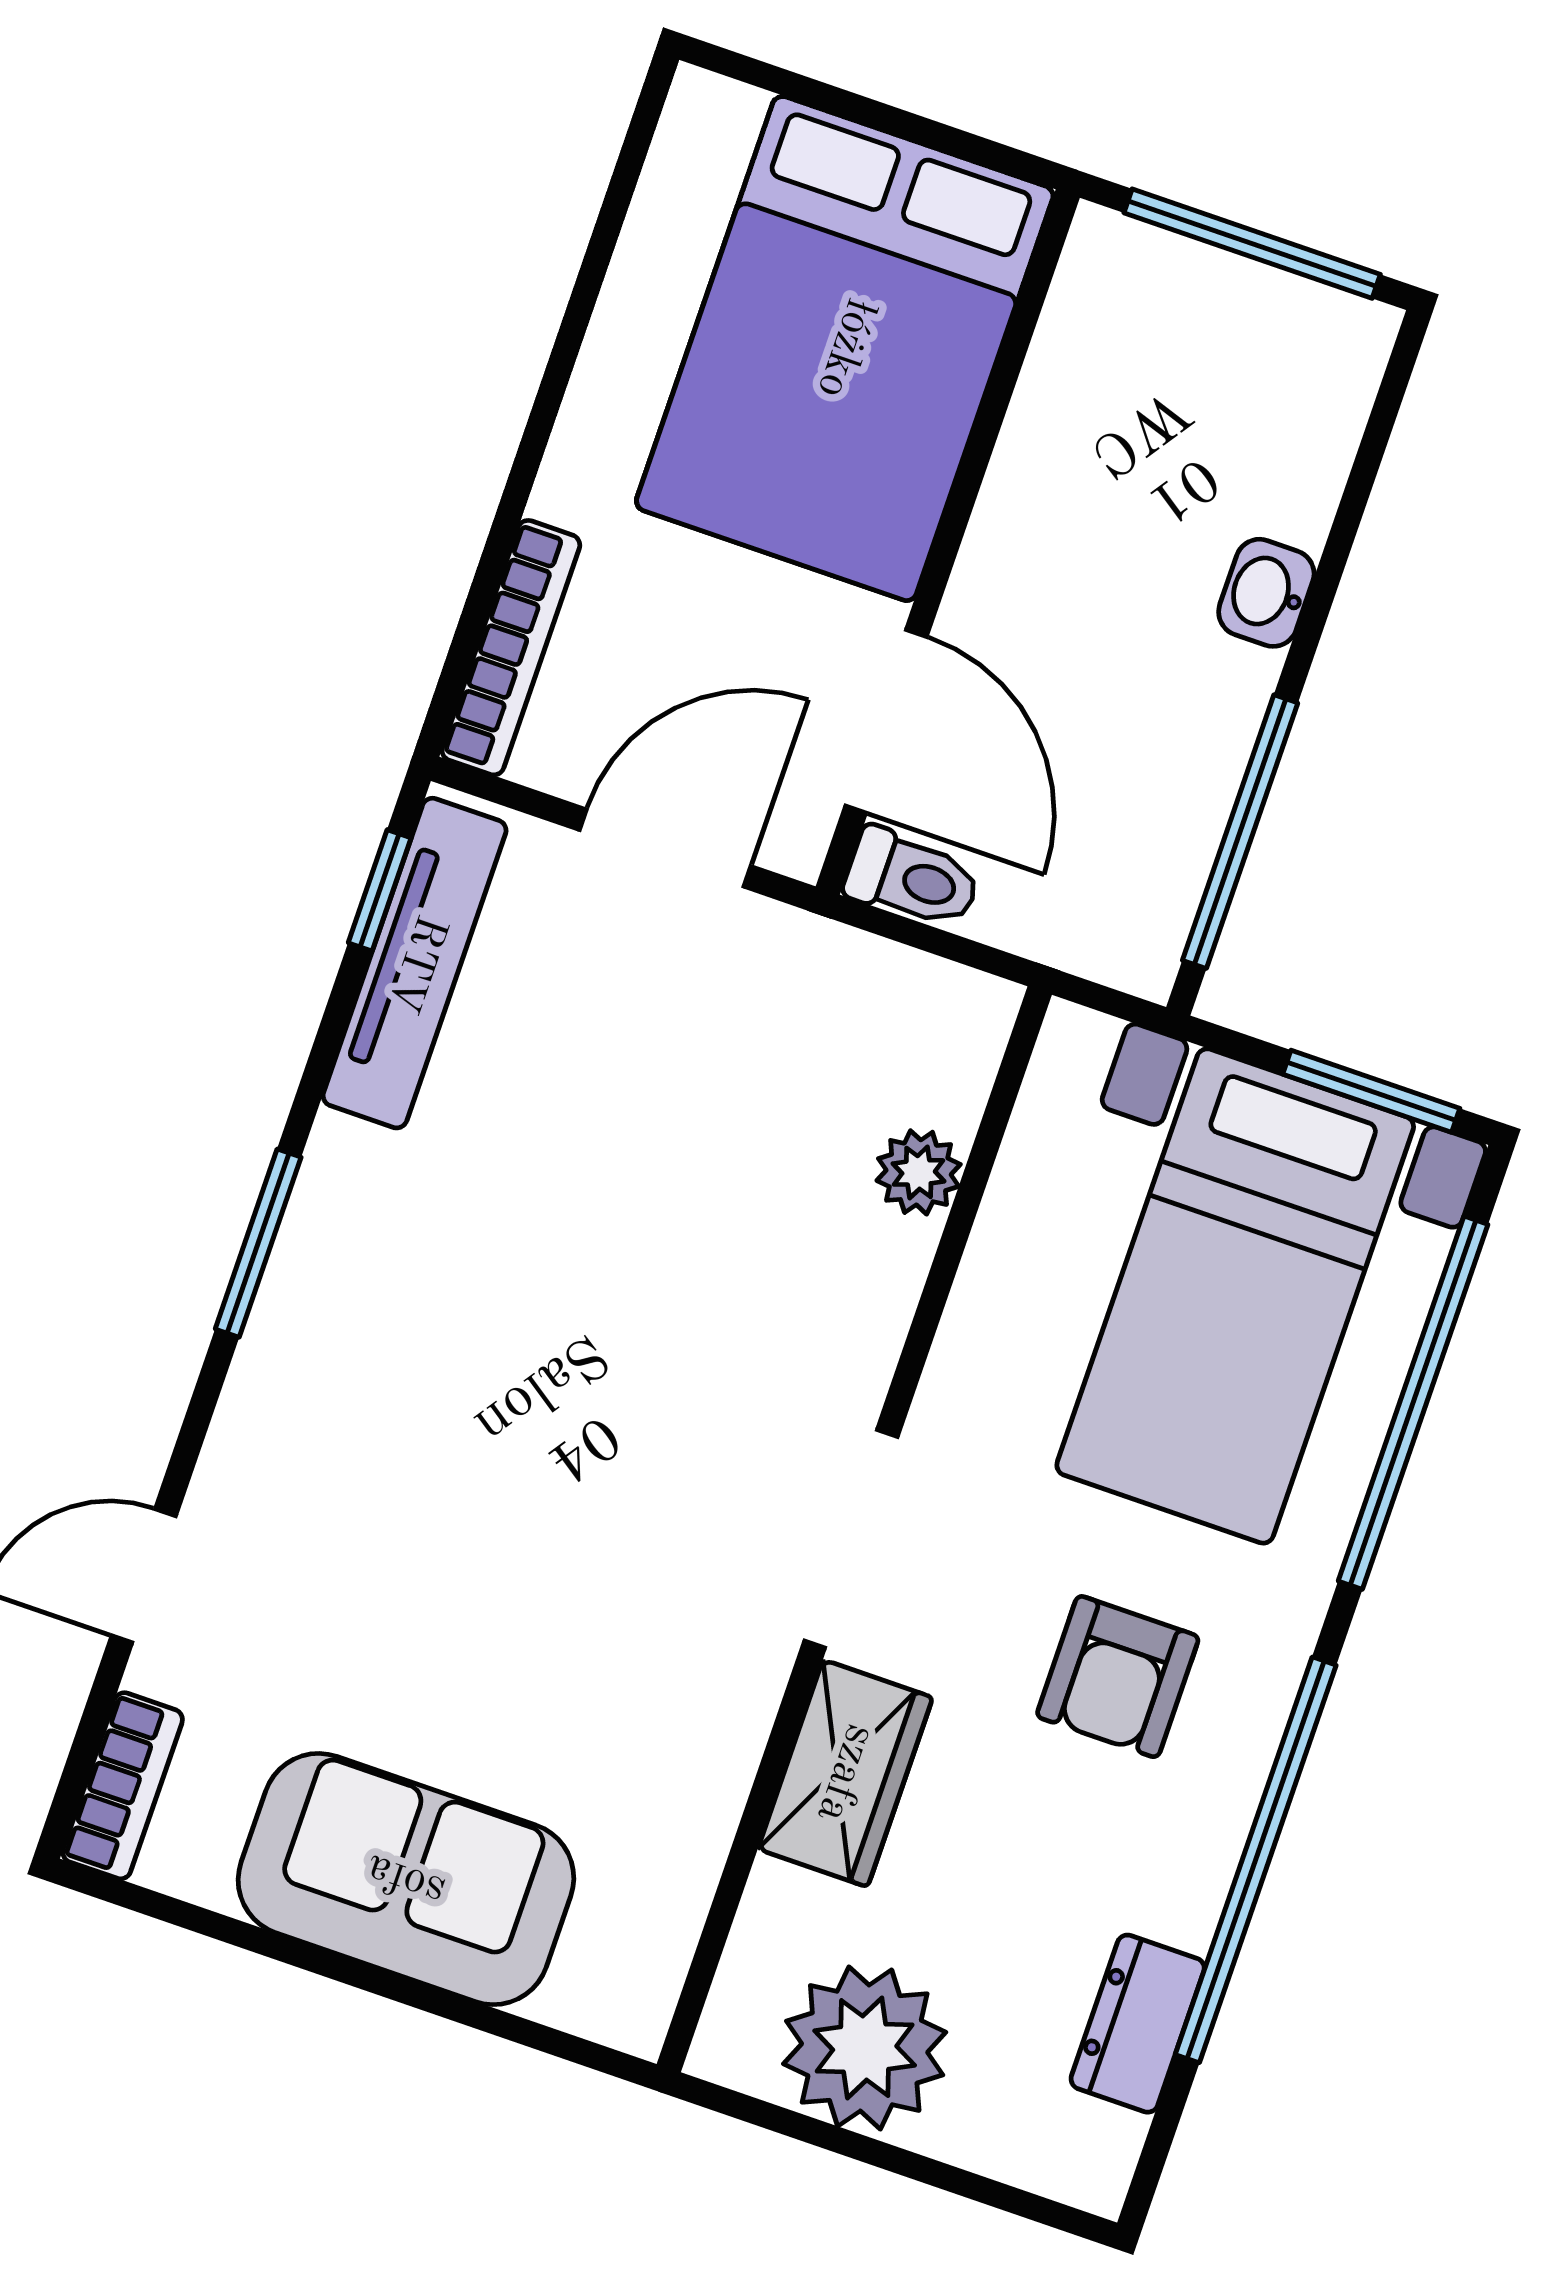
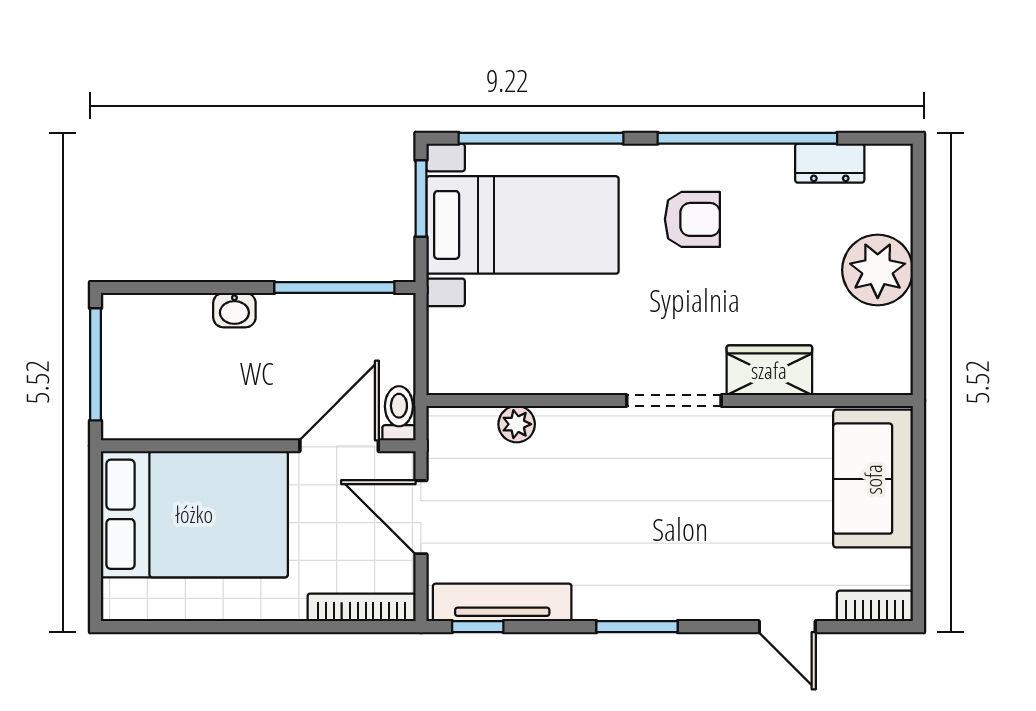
plant: (919, 1172) -> (517, 424), moved
wall: (854, 1529) -> (670, 401), moved
doorway: (851, 1539) -> (674, 401), moved
wardrobe: (845, 1773) -> (769, 370), moved

